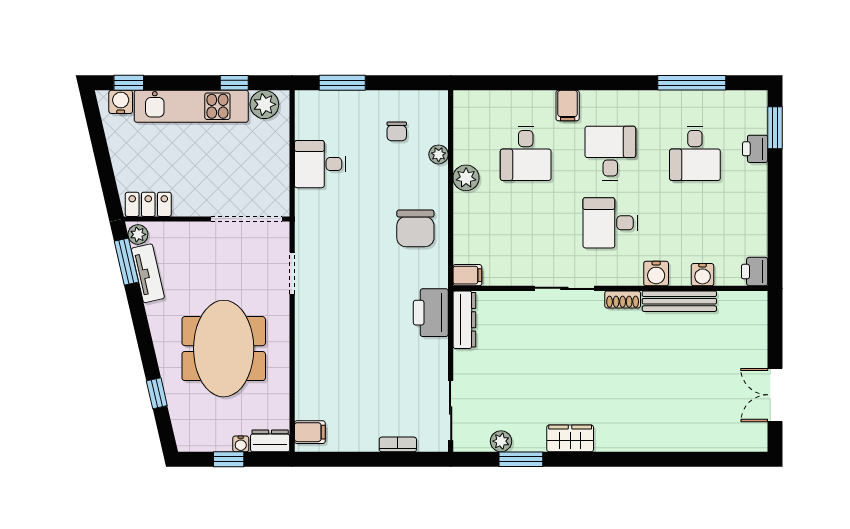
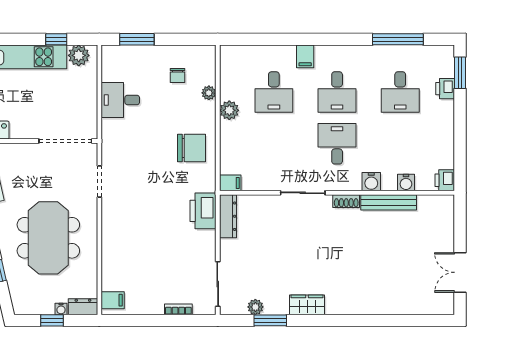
desk: (610, 153) -> (337, 92), turned 180
desk: (610, 223) -> (337, 144), turned 90
chair: (415, 228) -> (191, 148), turned -90

